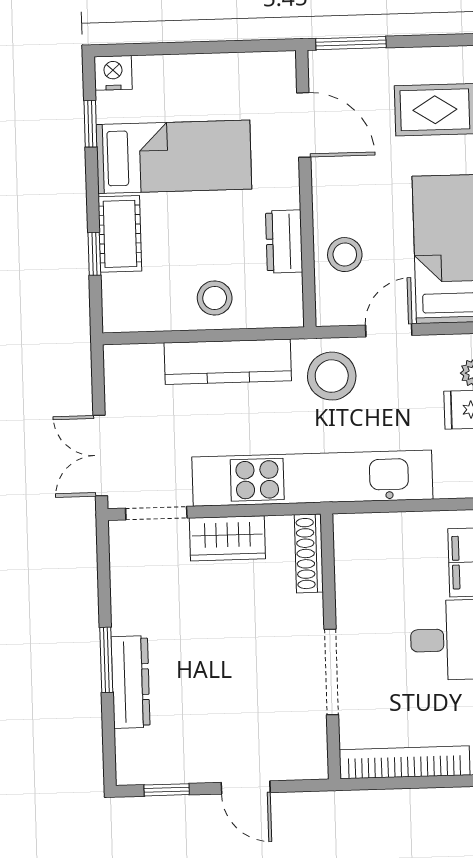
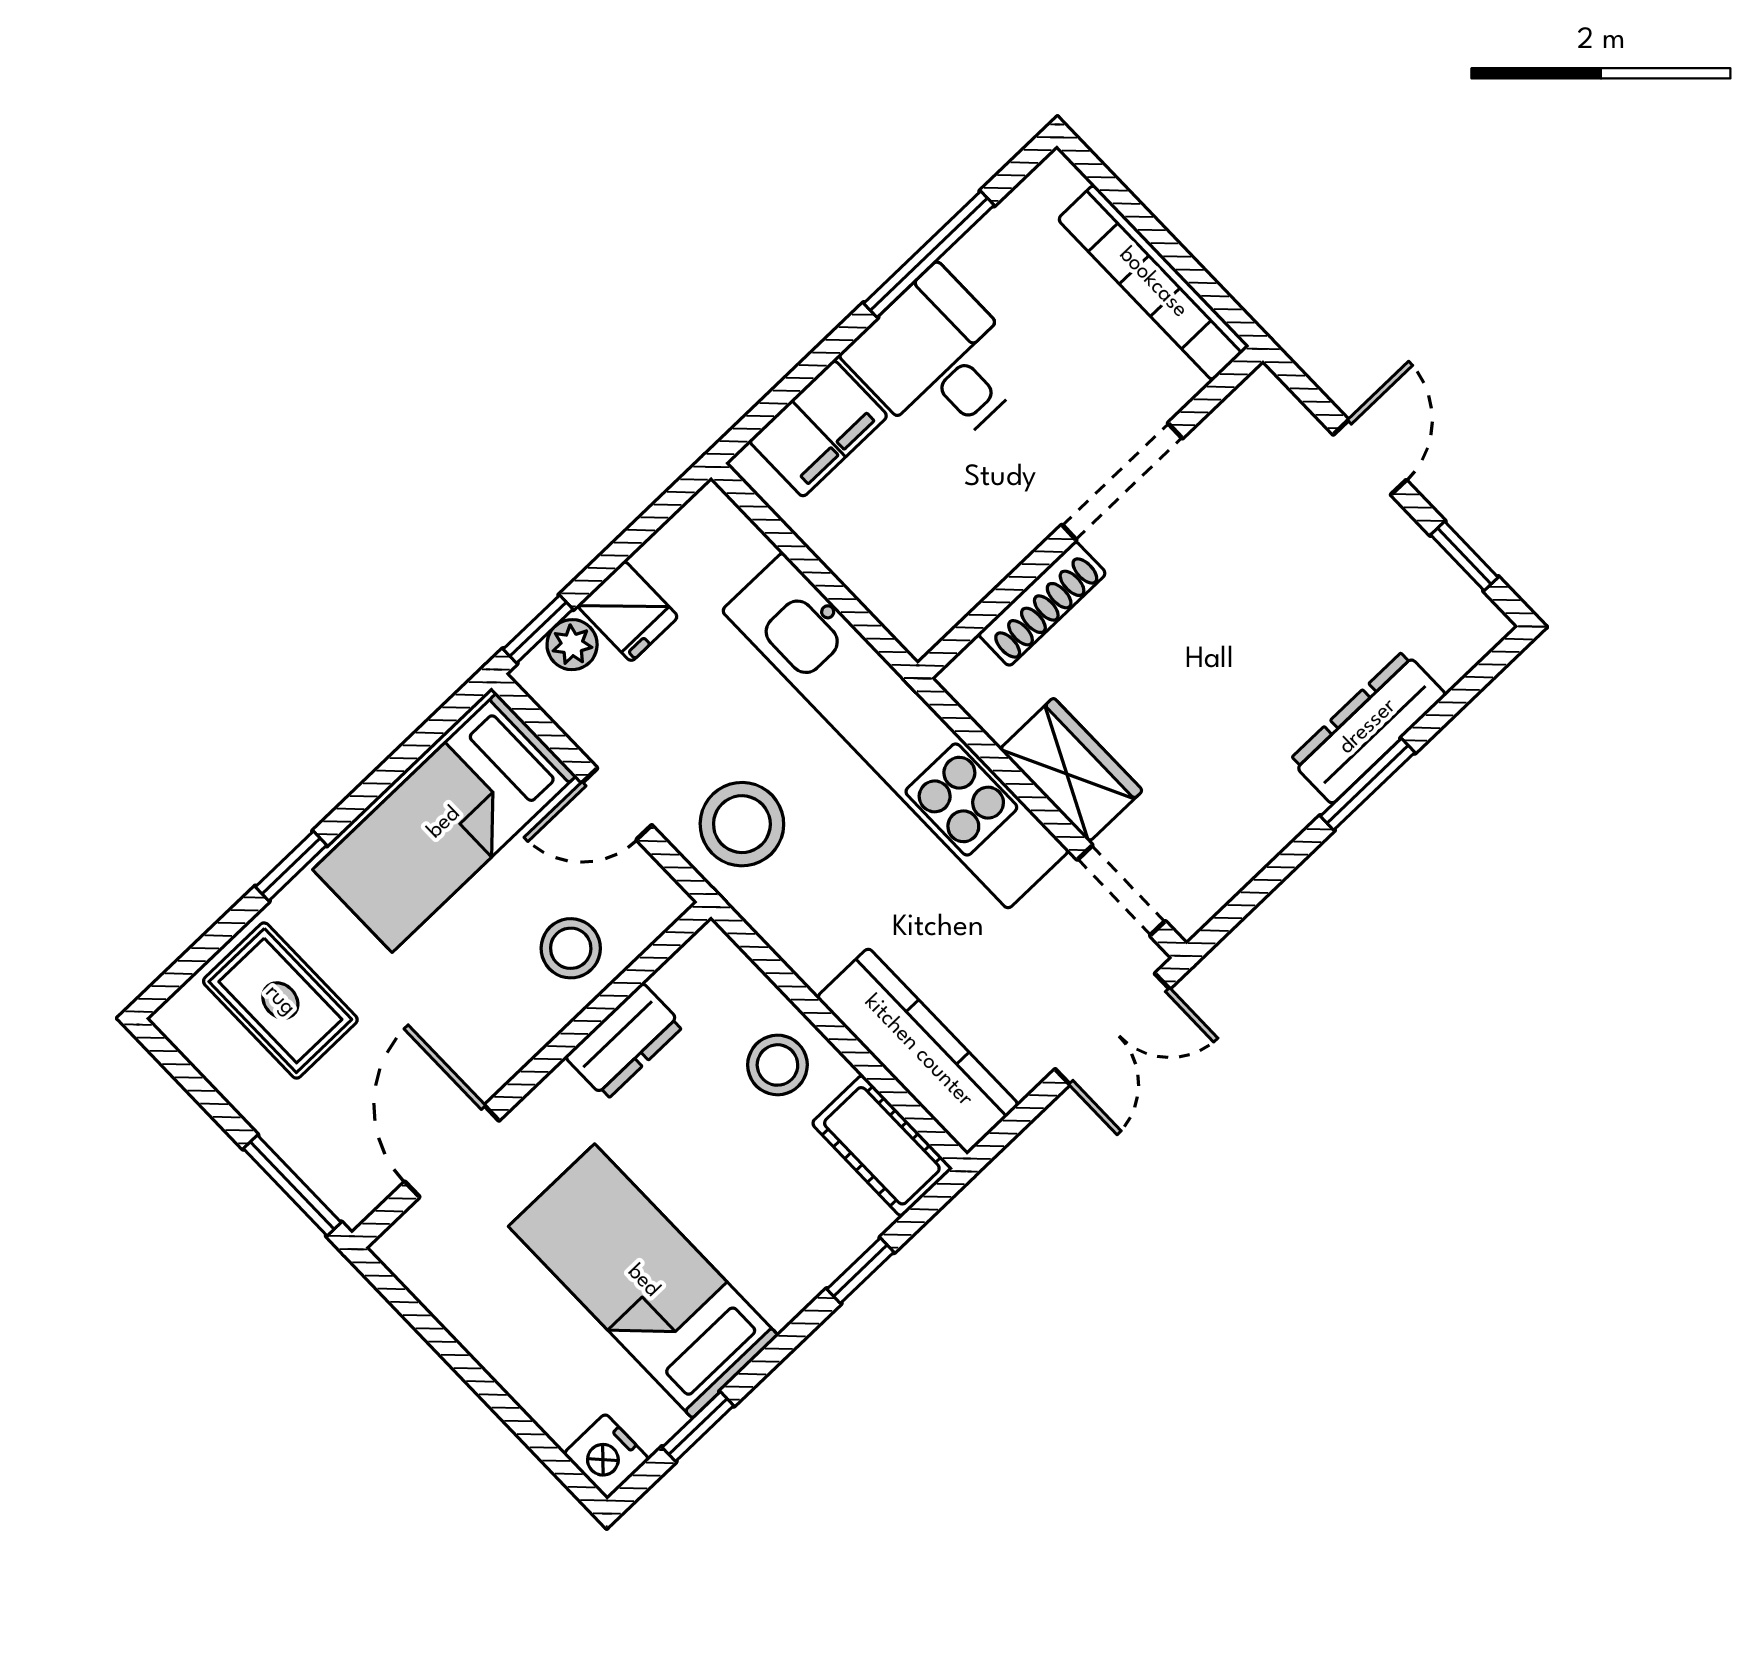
cot: (120, 234) -> (882, 1146), moved, turned 90
kitchen counter: (228, 362) -> (918, 1051), moved
shoe rack: (309, 553) -> (1042, 604), moved

